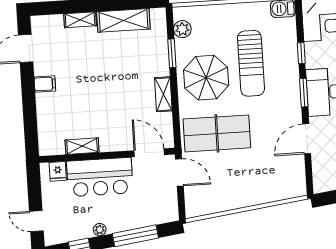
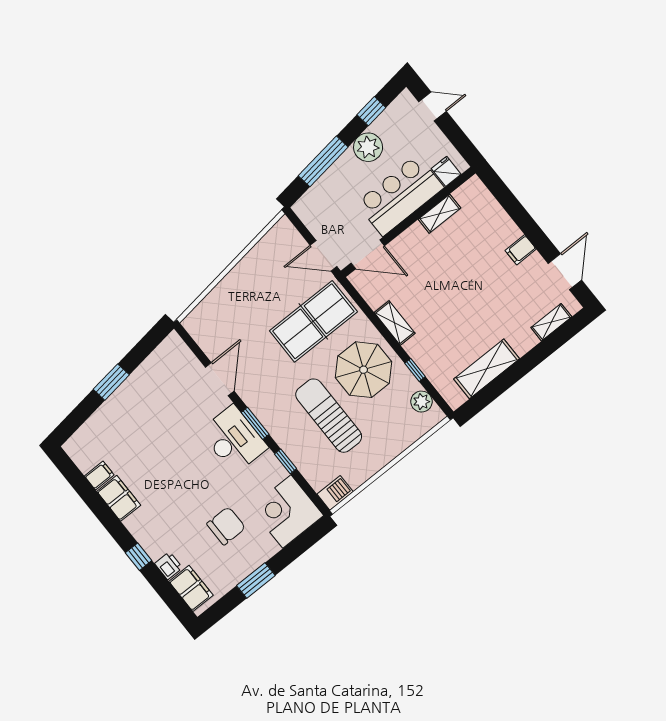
shelving: (80, 20) -> (551, 322), moved
window: (172, 53) -> (415, 370), width x0.67
plant: (100, 230) -> (368, 147), width x1.87, depth x1.87

